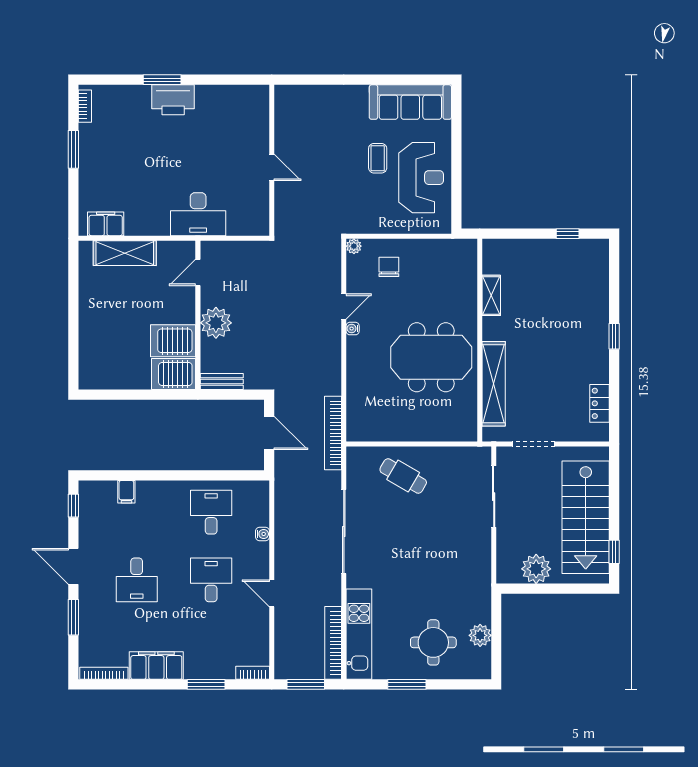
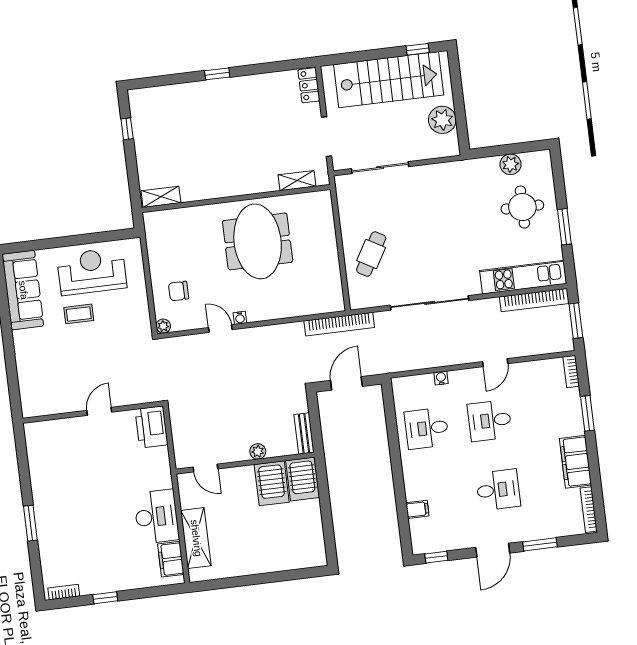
printer: (173, 100) -> (151, 427), moved, turned 180
window: (73, 149) -> (105, 598), width x0.67
desk: (198, 214) -> (156, 517), moved
shelving: (491, 295) -> (161, 197), moved
plant: (216, 323) -> (258, 451), width x0.53, depth x0.53
shelving: (494, 384) -> (297, 181), width x0.45, depth x0.75
locker: (600, 403) -> (309, 85), moved, turned 90

